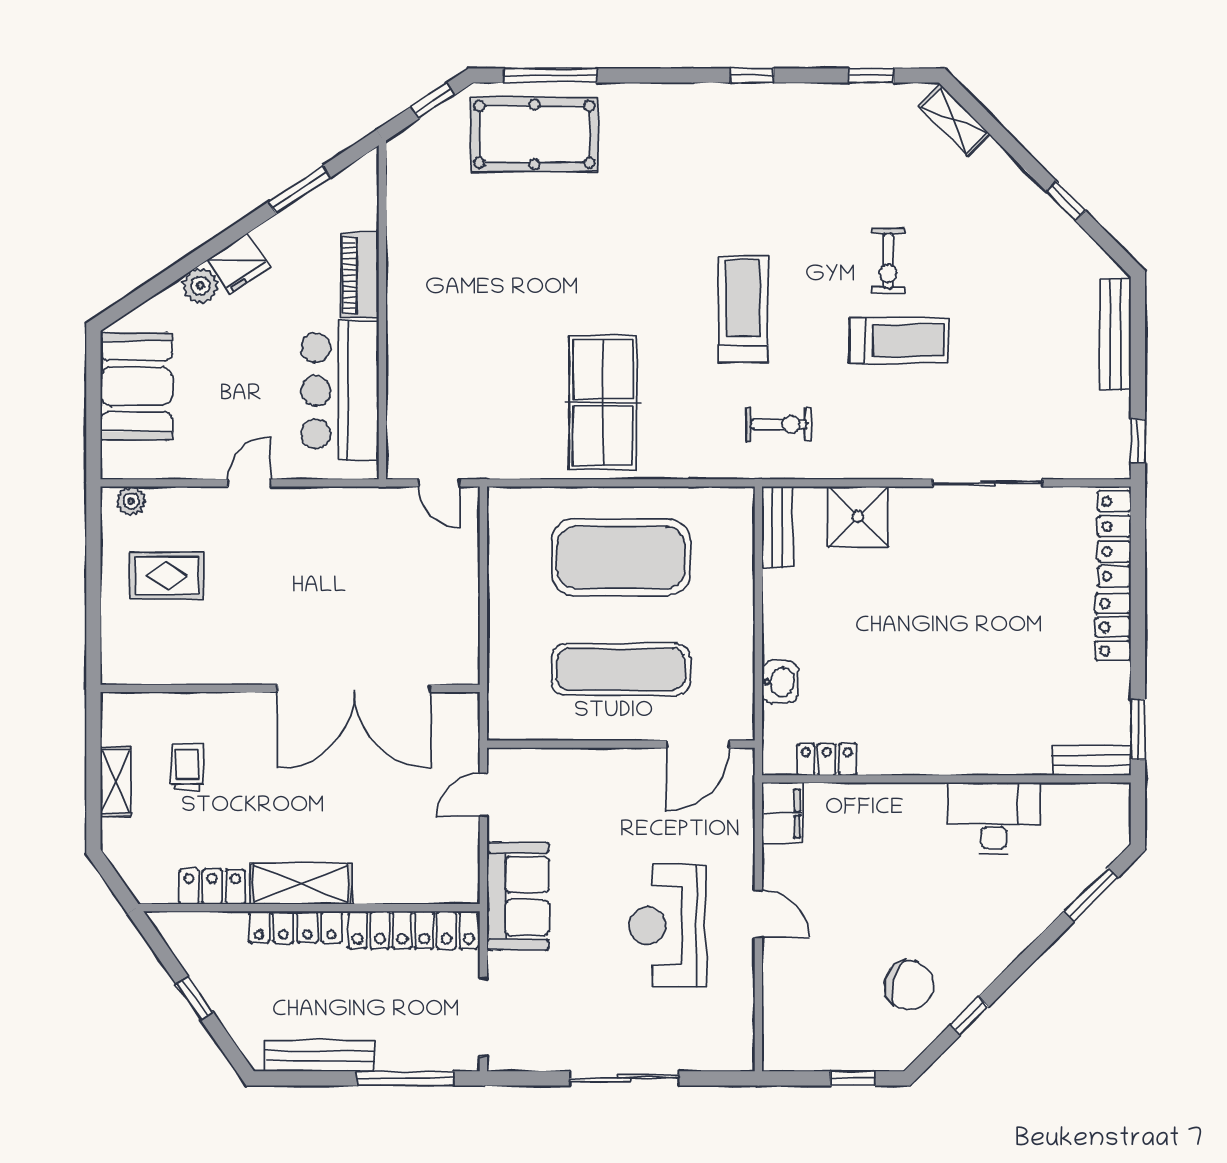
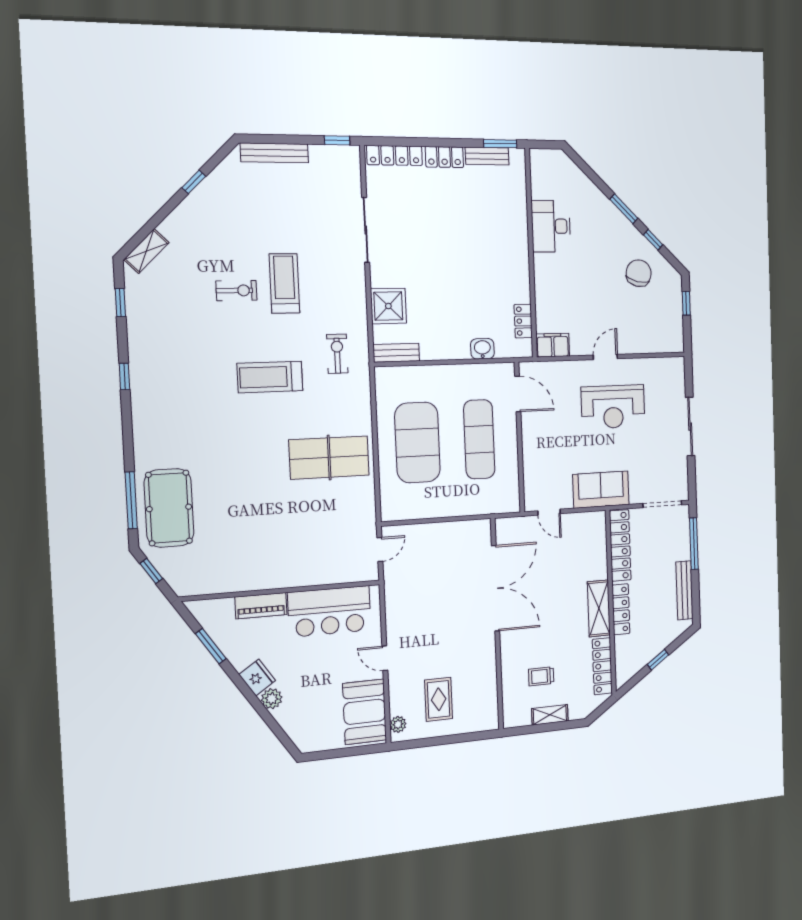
booth: (136, 386) -> (365, 712), moved, turned 90
bench: (1092, 760) -> (487, 156), moved, turned 90
locker: (212, 887) -> (602, 666), width x1.53
window: (1091, 894) -> (624, 209), moved

